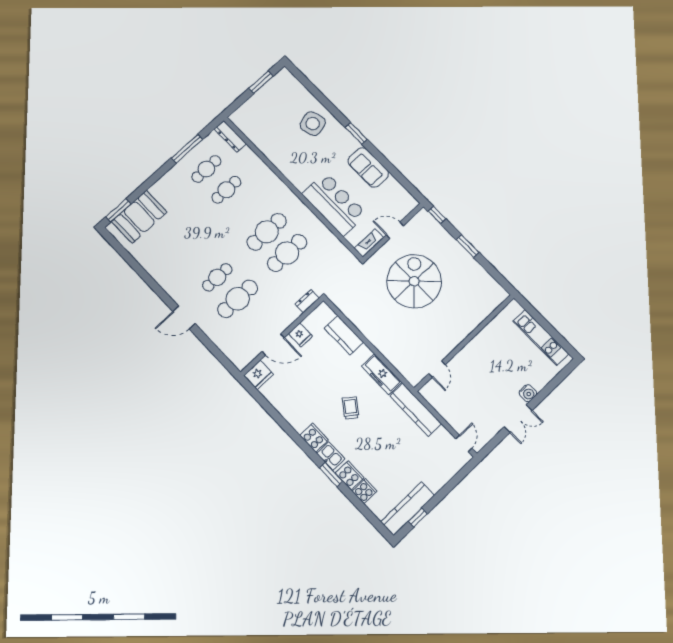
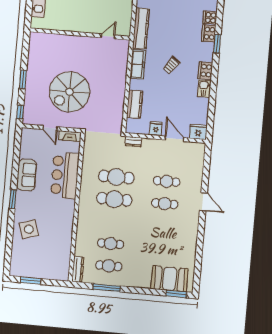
cafe table: (238, 299) -> (167, 181), width x0.73, depth x0.74
kitchen sink: (331, 456) -> (204, 89), moved

